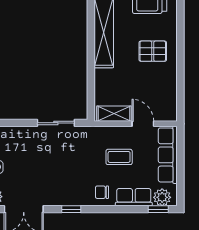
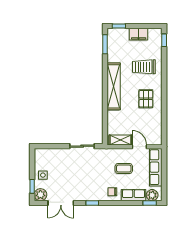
pallet: (153, 51) -> (146, 99), turned 90

